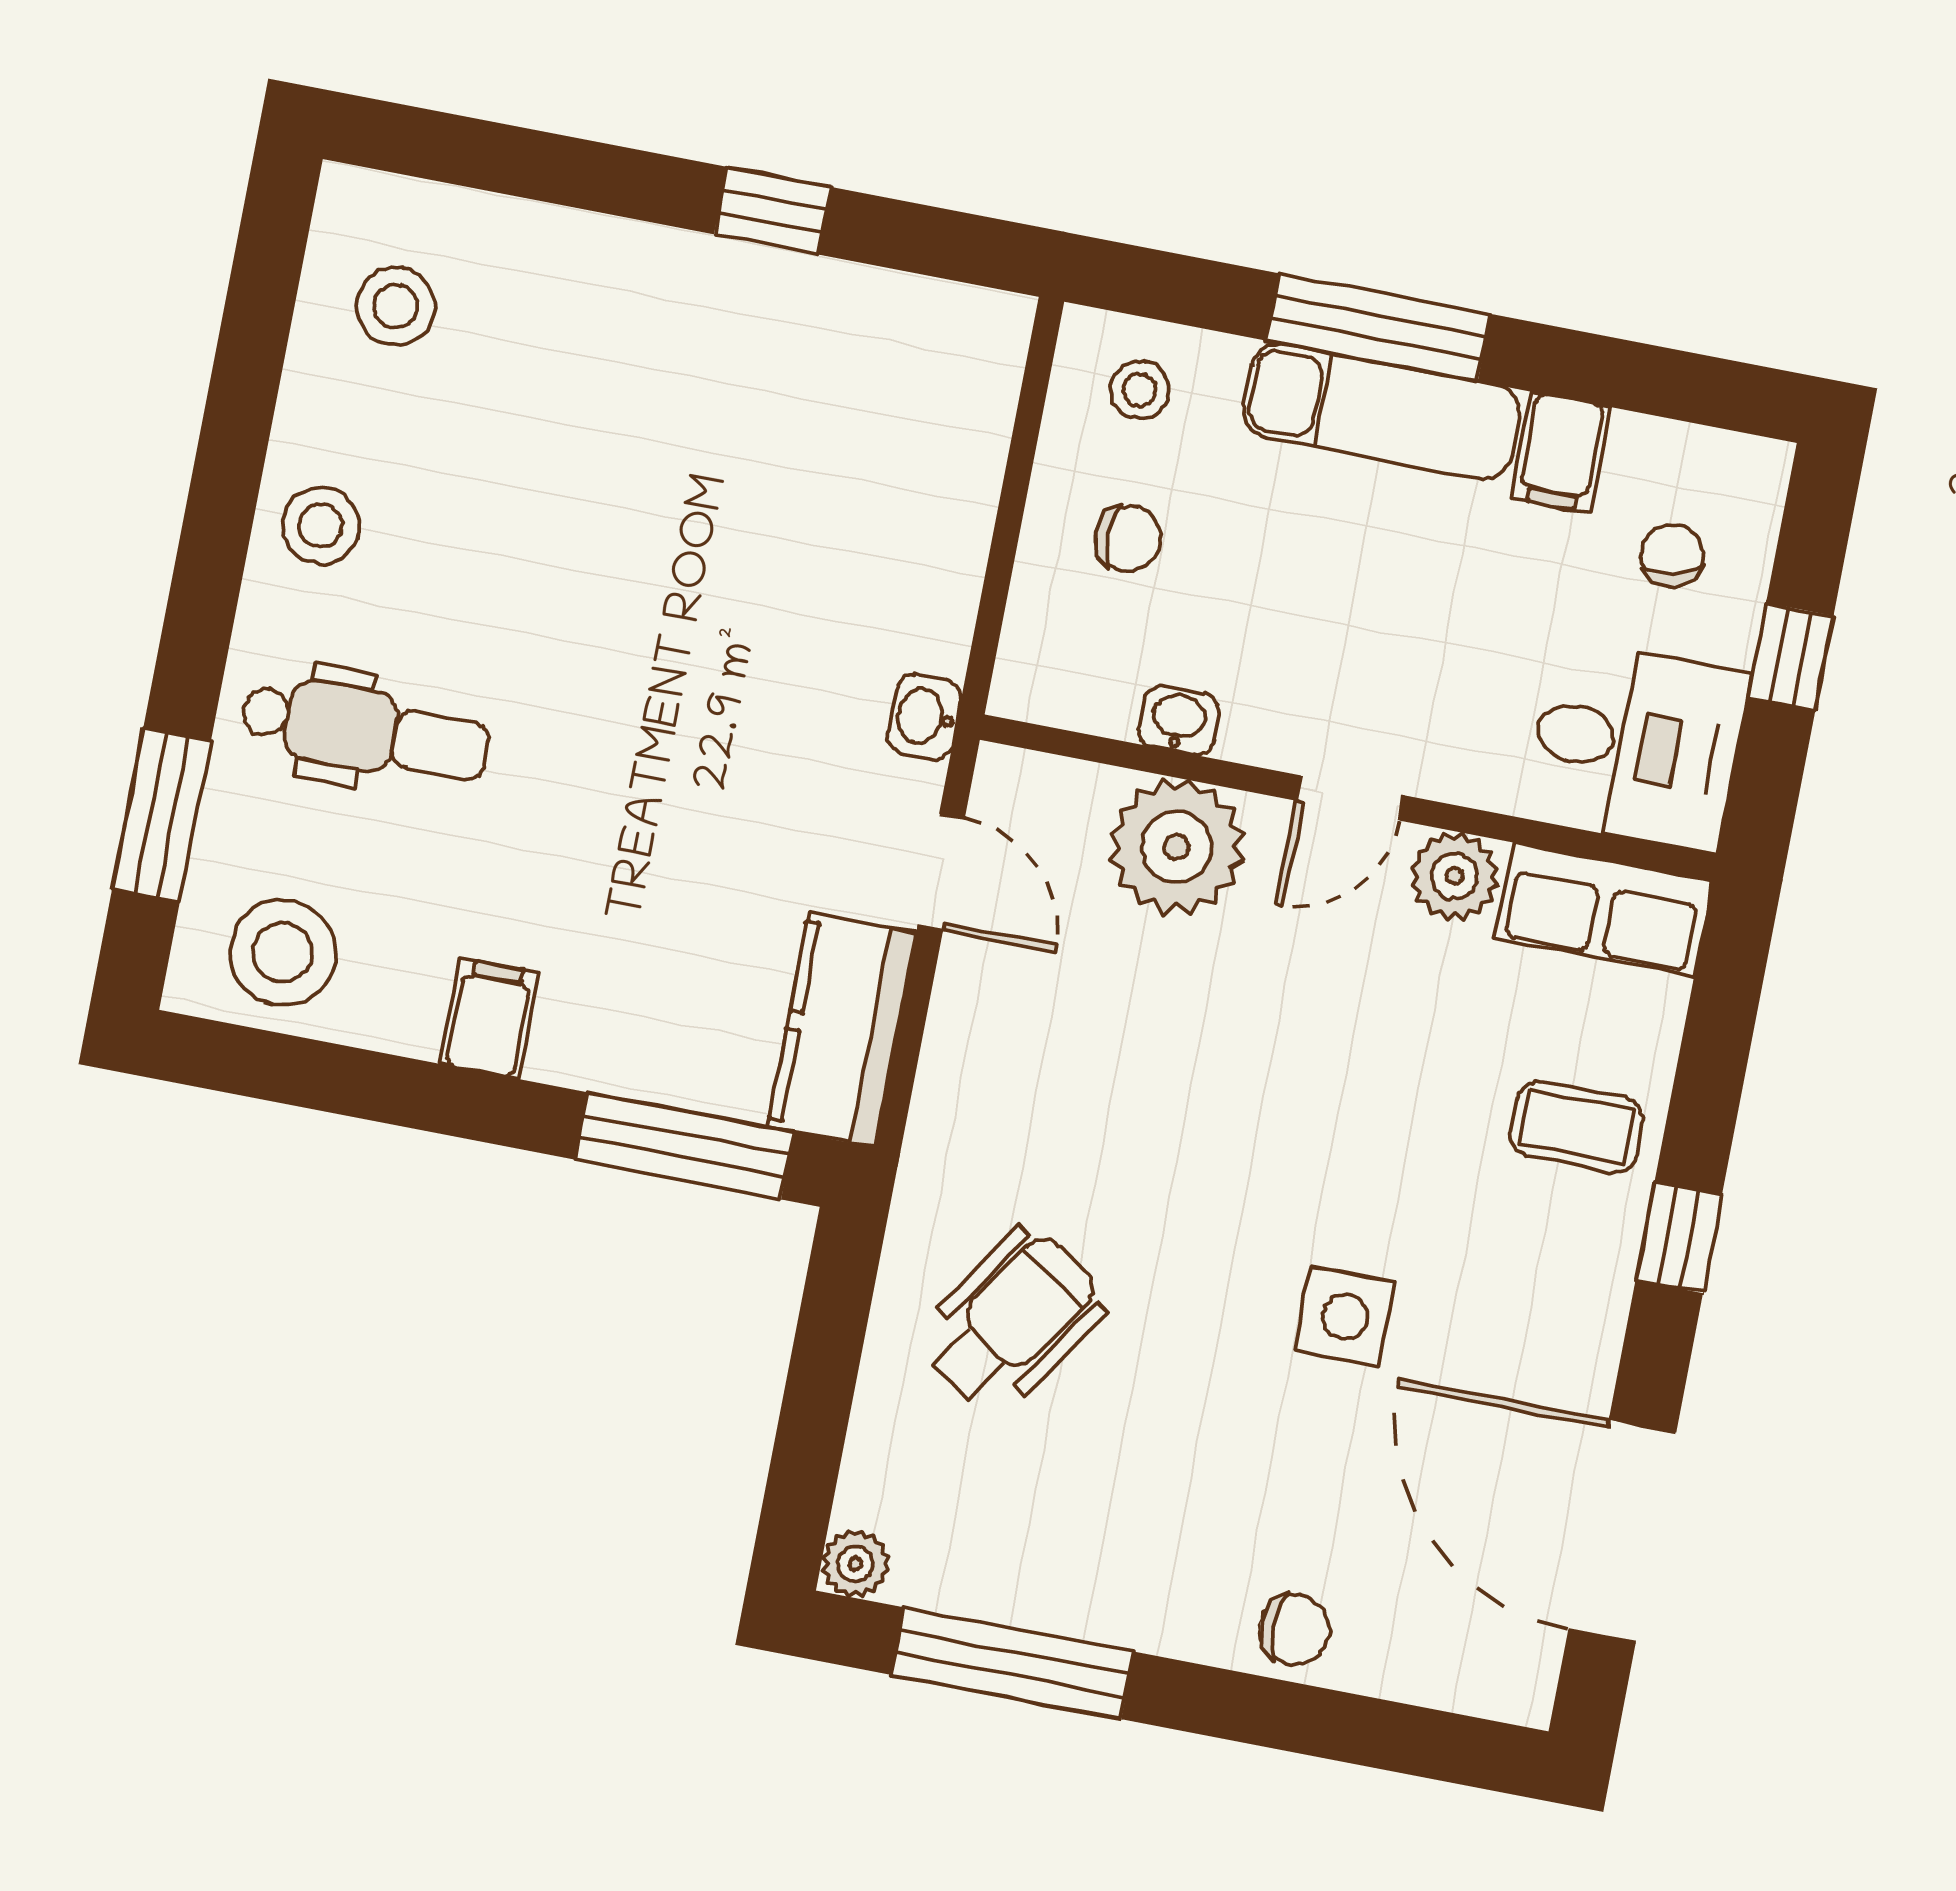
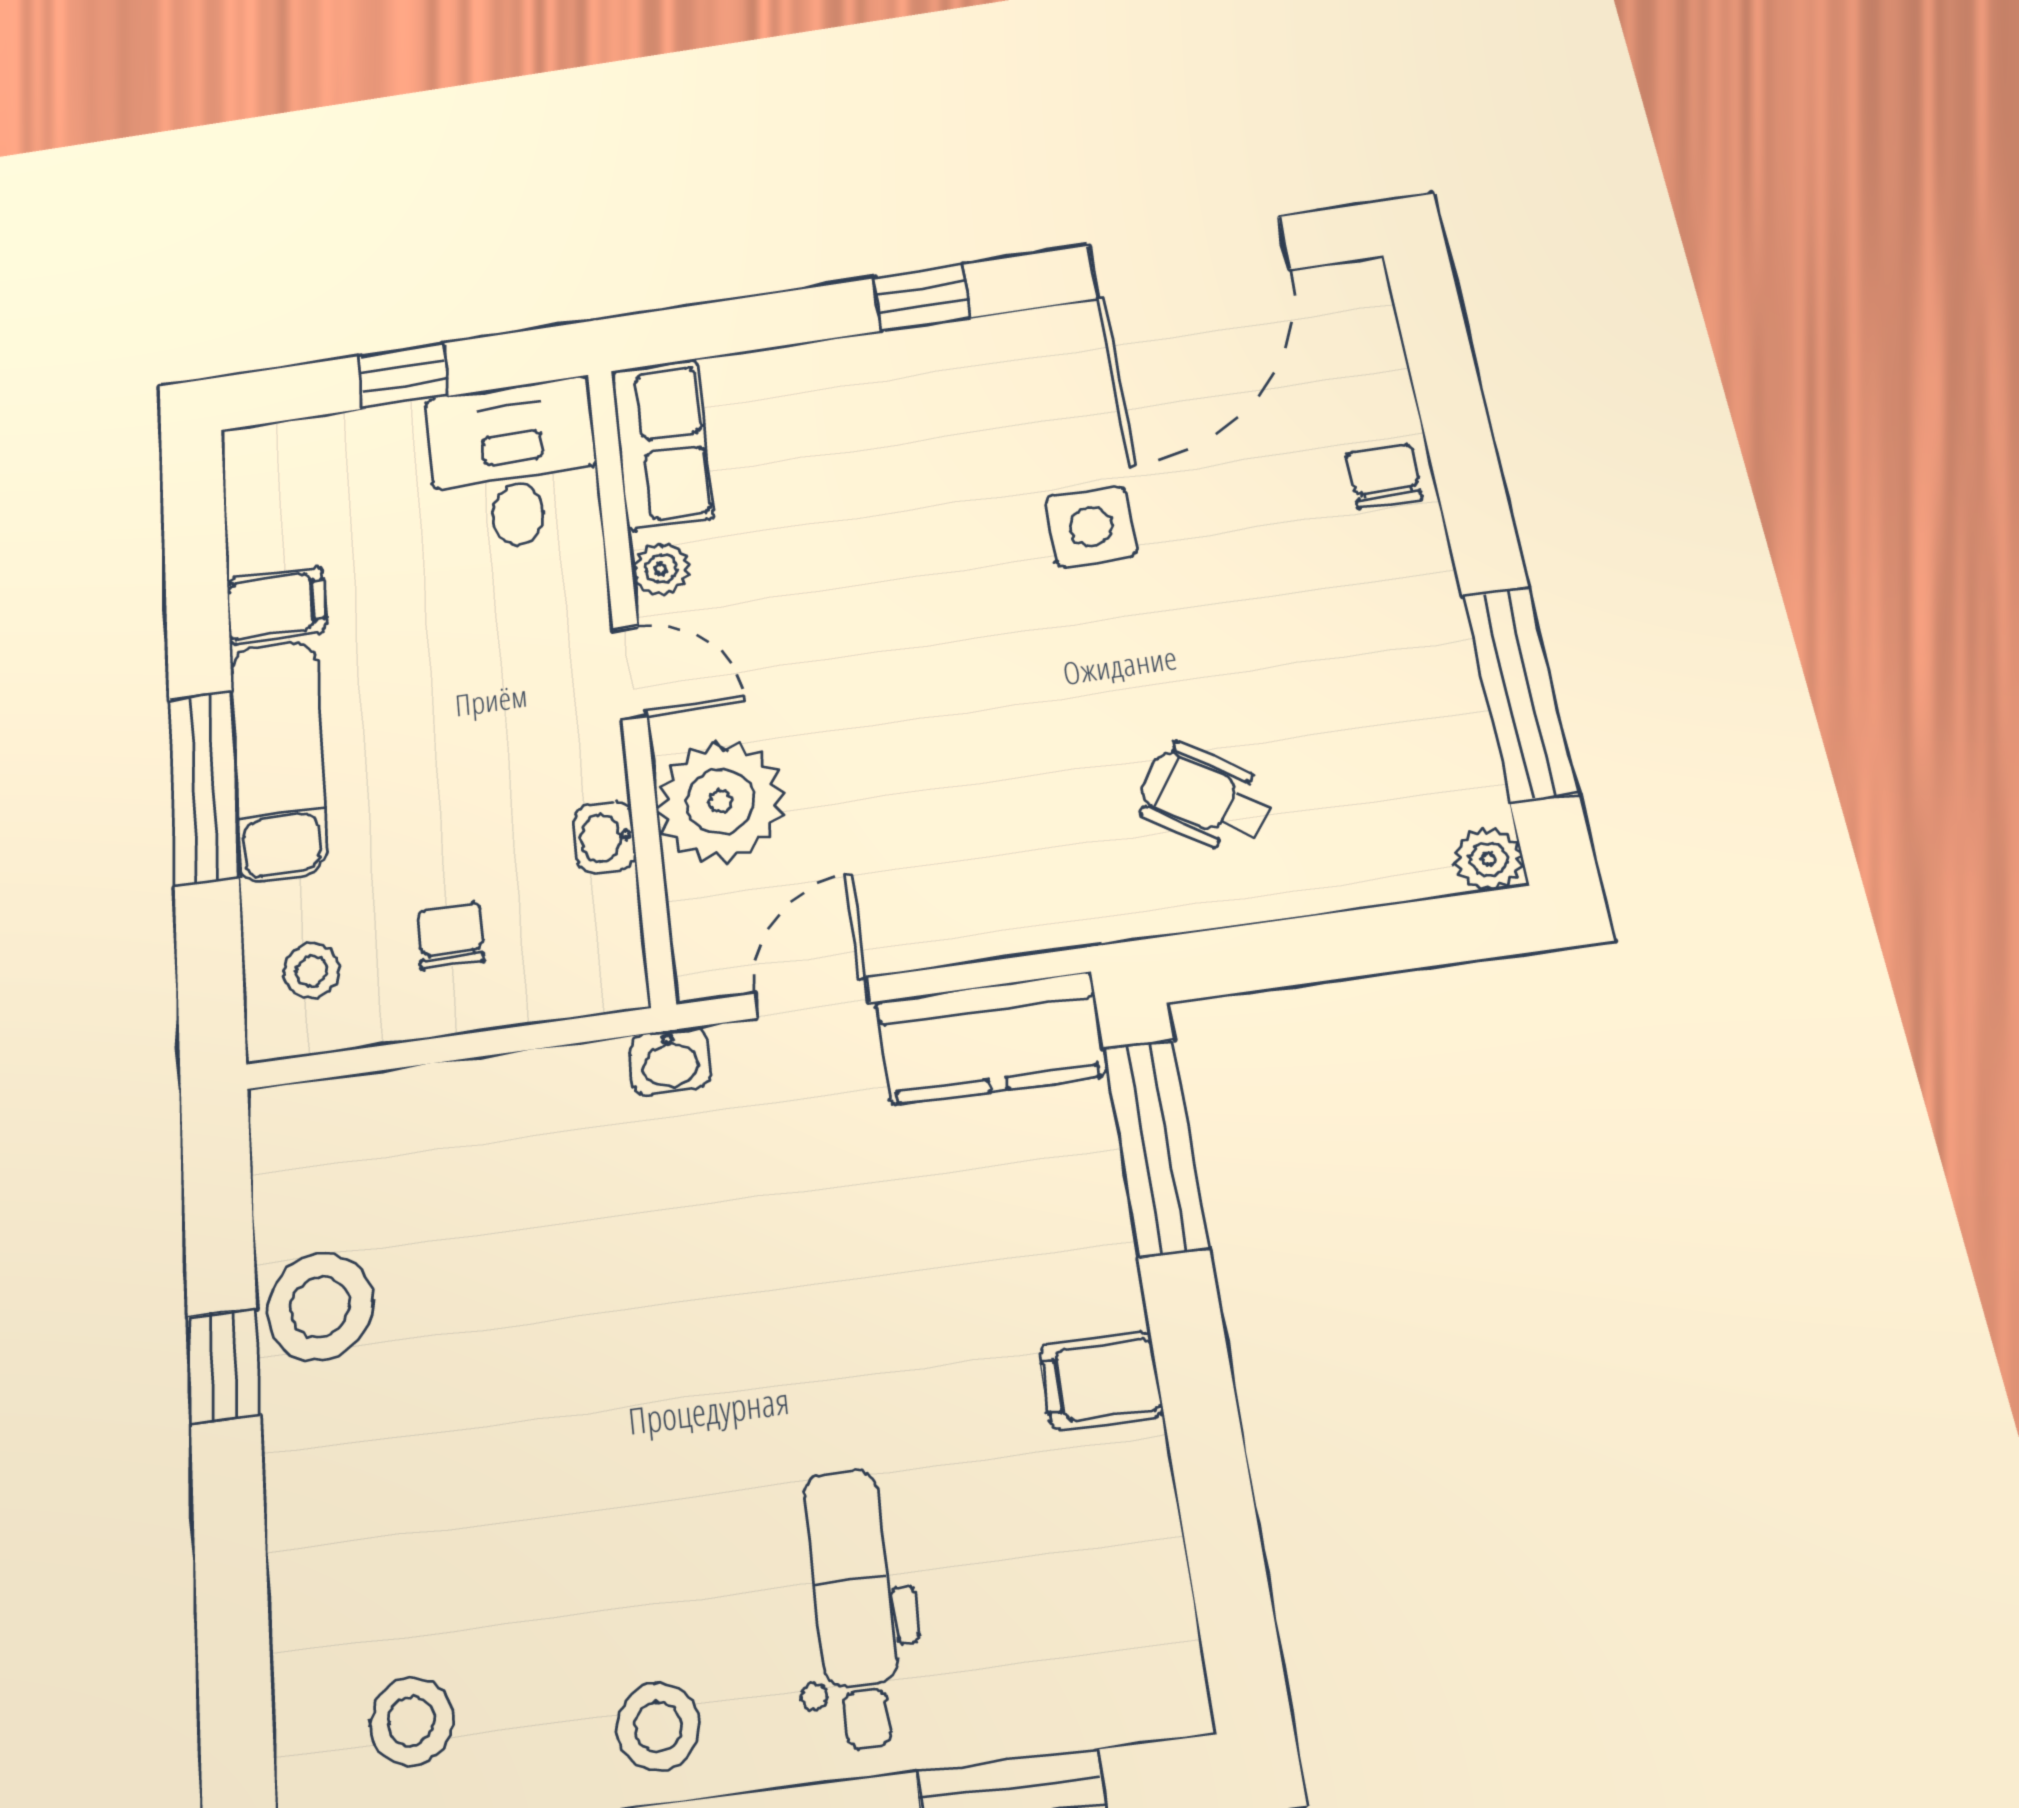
chair: (1672, 555) -> (342, 491), removed
plant: (1455, 876) -> (661, 569), width x0.73, depth x0.73
stool: (283, 952) -> (320, 1307), moved
coffee table: (1577, 1127) -> (857, 403), removed
wheelchair: (1012, 1321) -> (1205, 798), width x0.73, depth x0.73

